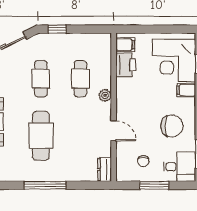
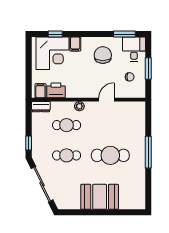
dresser: (104, 169) -> (41, 107), moved

